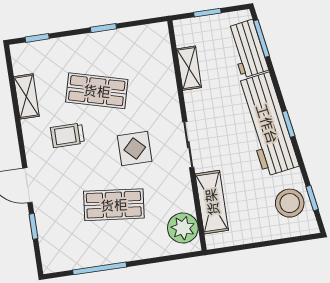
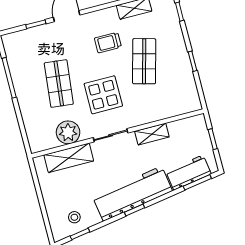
shelving: (189, 68) -> (152, 134), moved
trolley: (67, 135) -> (108, 43), turned -90
display table: (135, 148) -> (103, 95), width x1.36, depth x1.36
stool: (290, 203) -> (74, 217), width x0.53, depth x0.53
plant: (183, 228) -> (68, 132), moved

